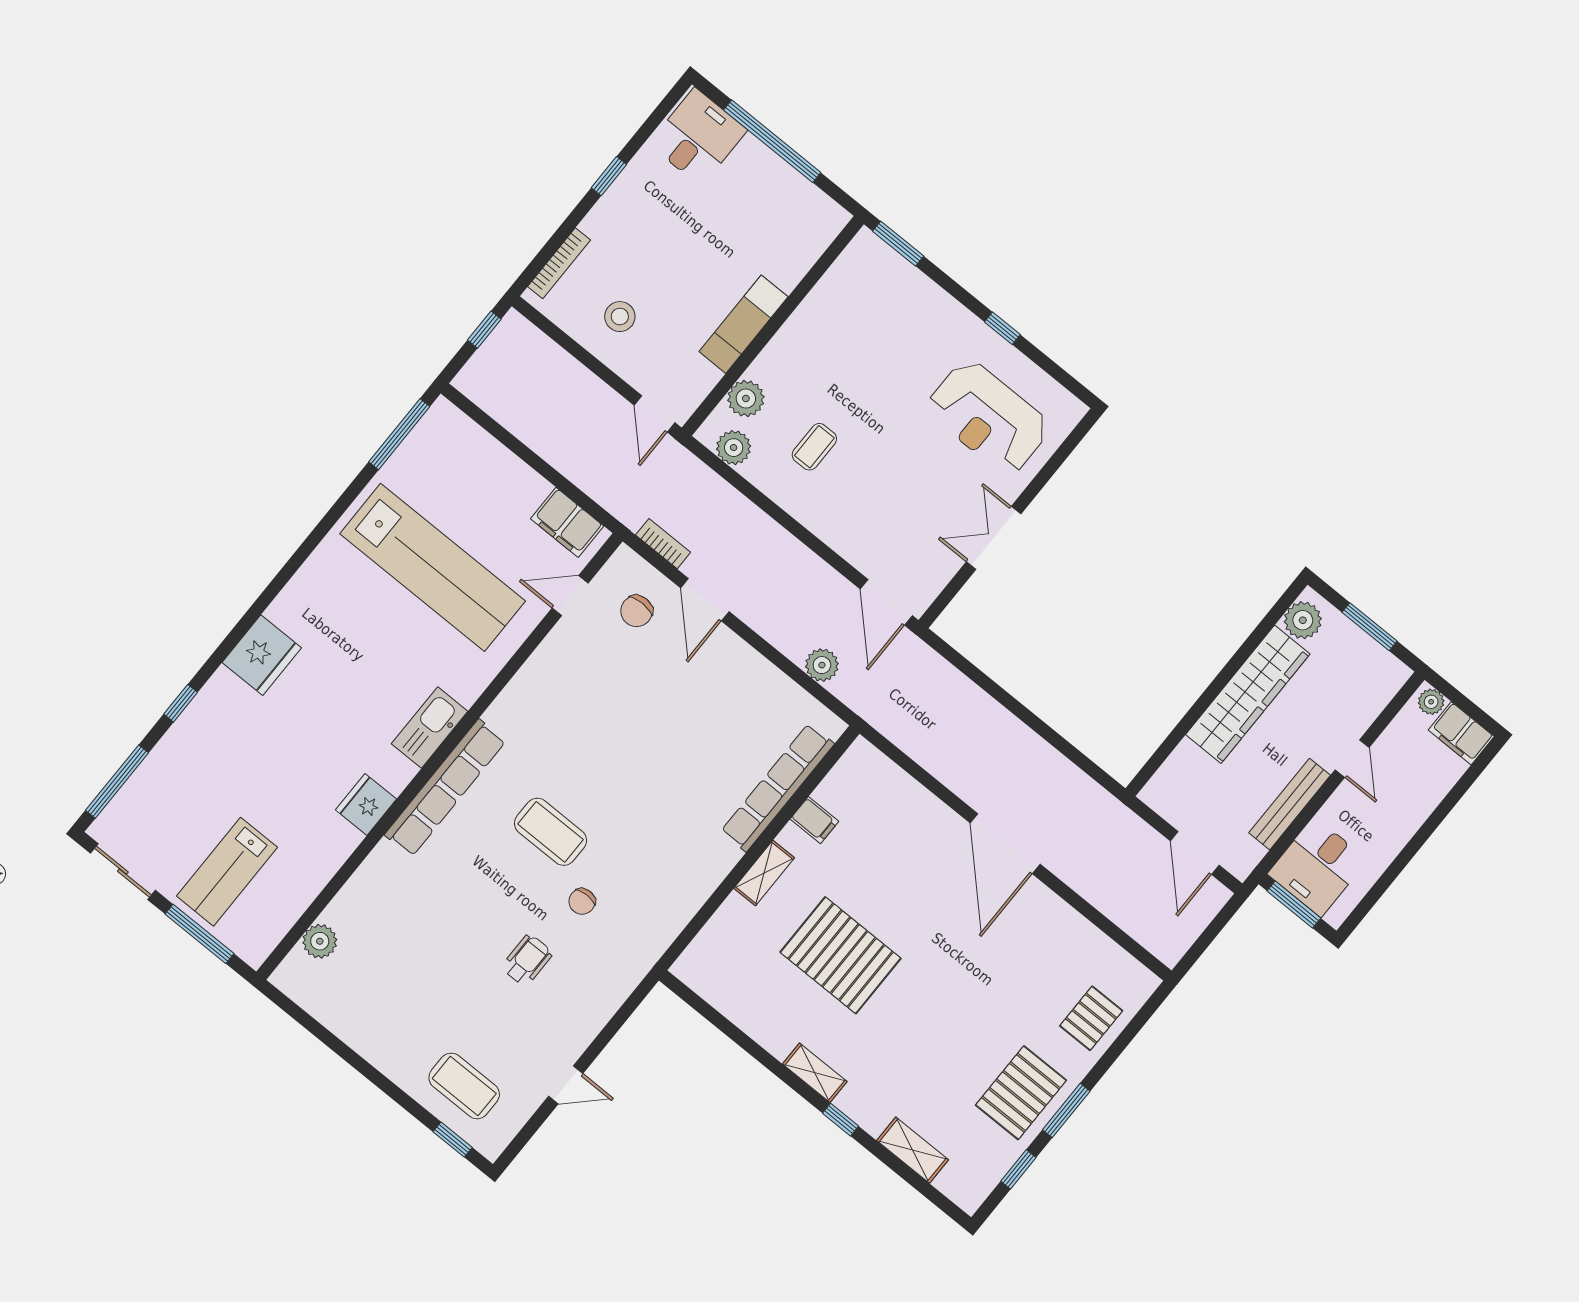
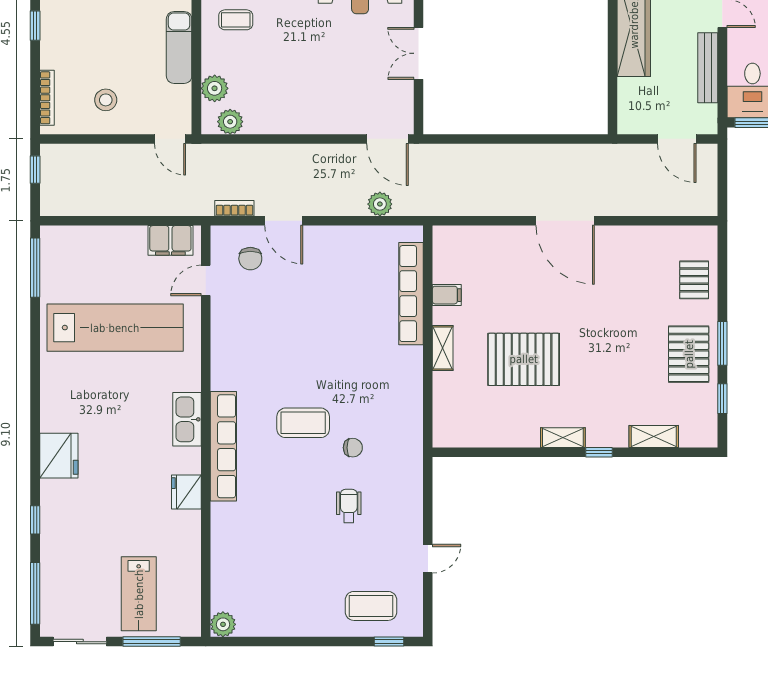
coffee table: (814, 447) -> (236, 20), moved, turned 90
chair: (582, 901) -> (353, 448), turned -90
plant: (320, 941) -> (223, 624), moved

